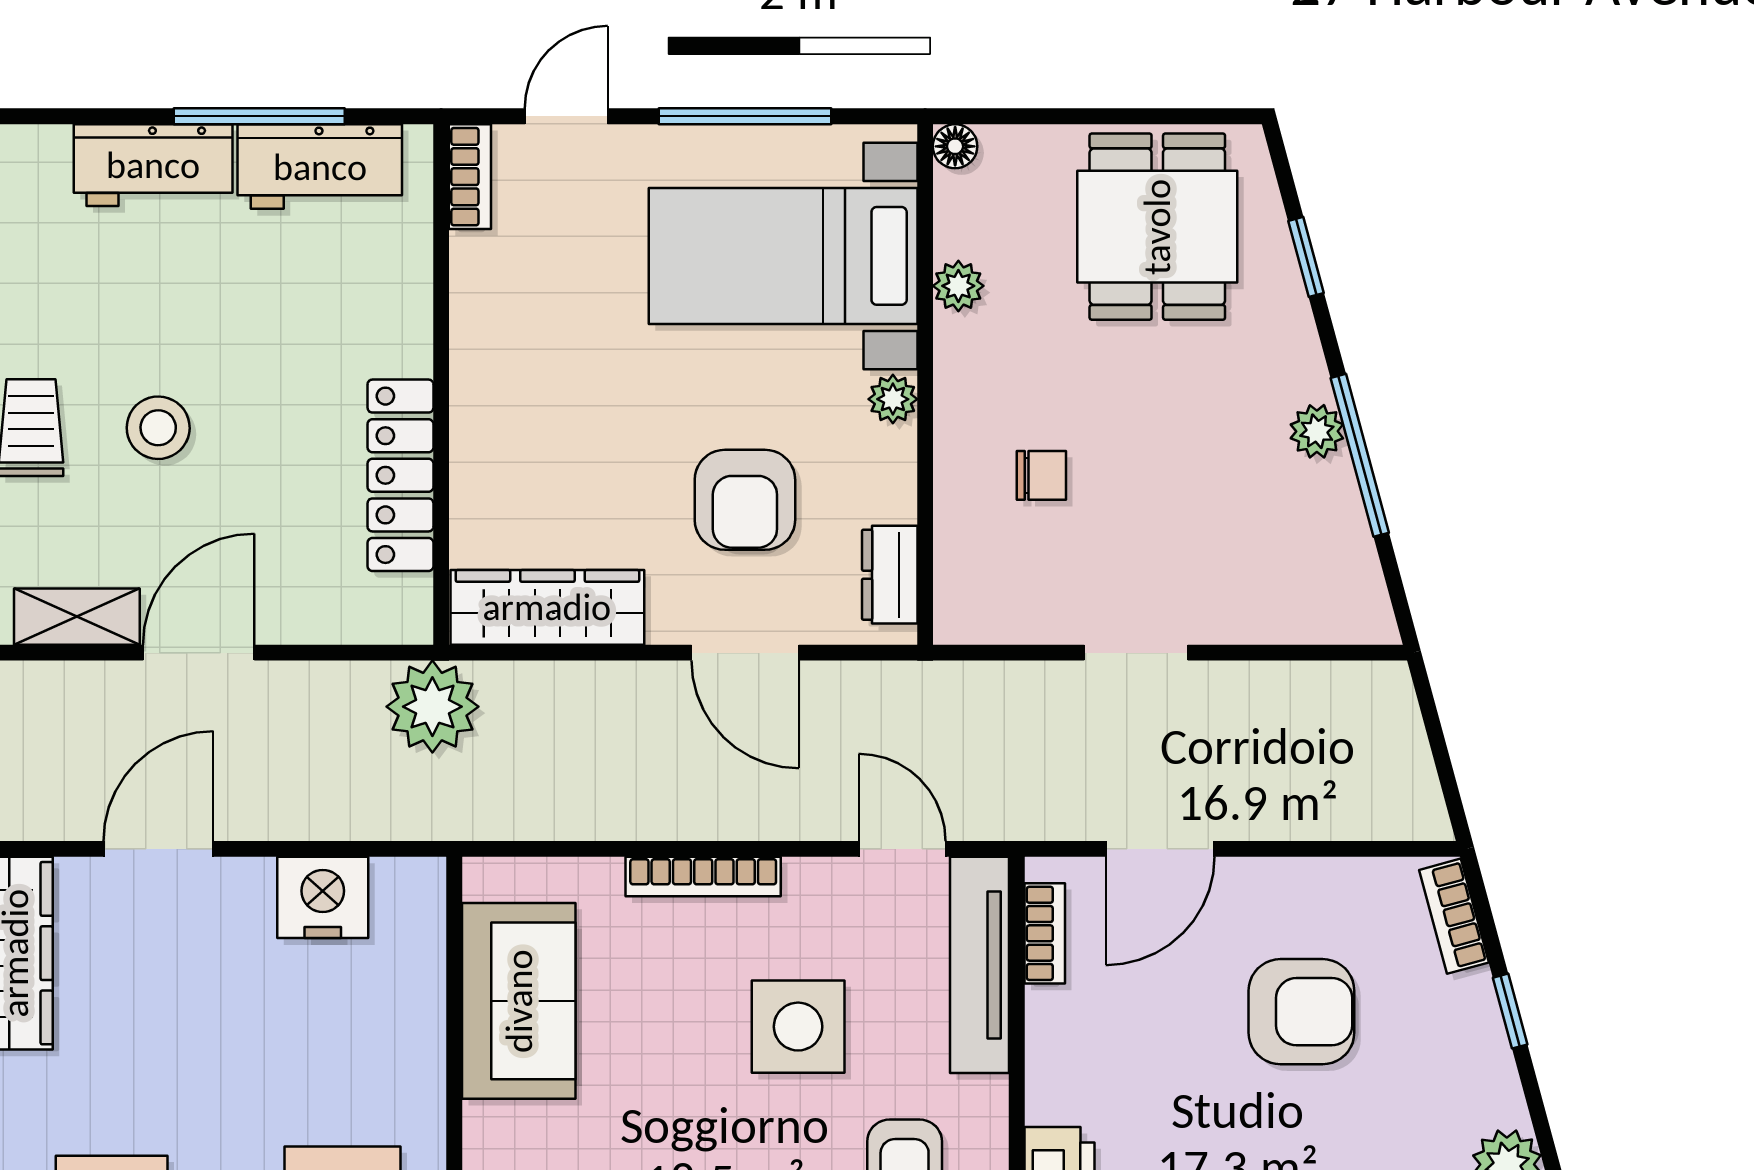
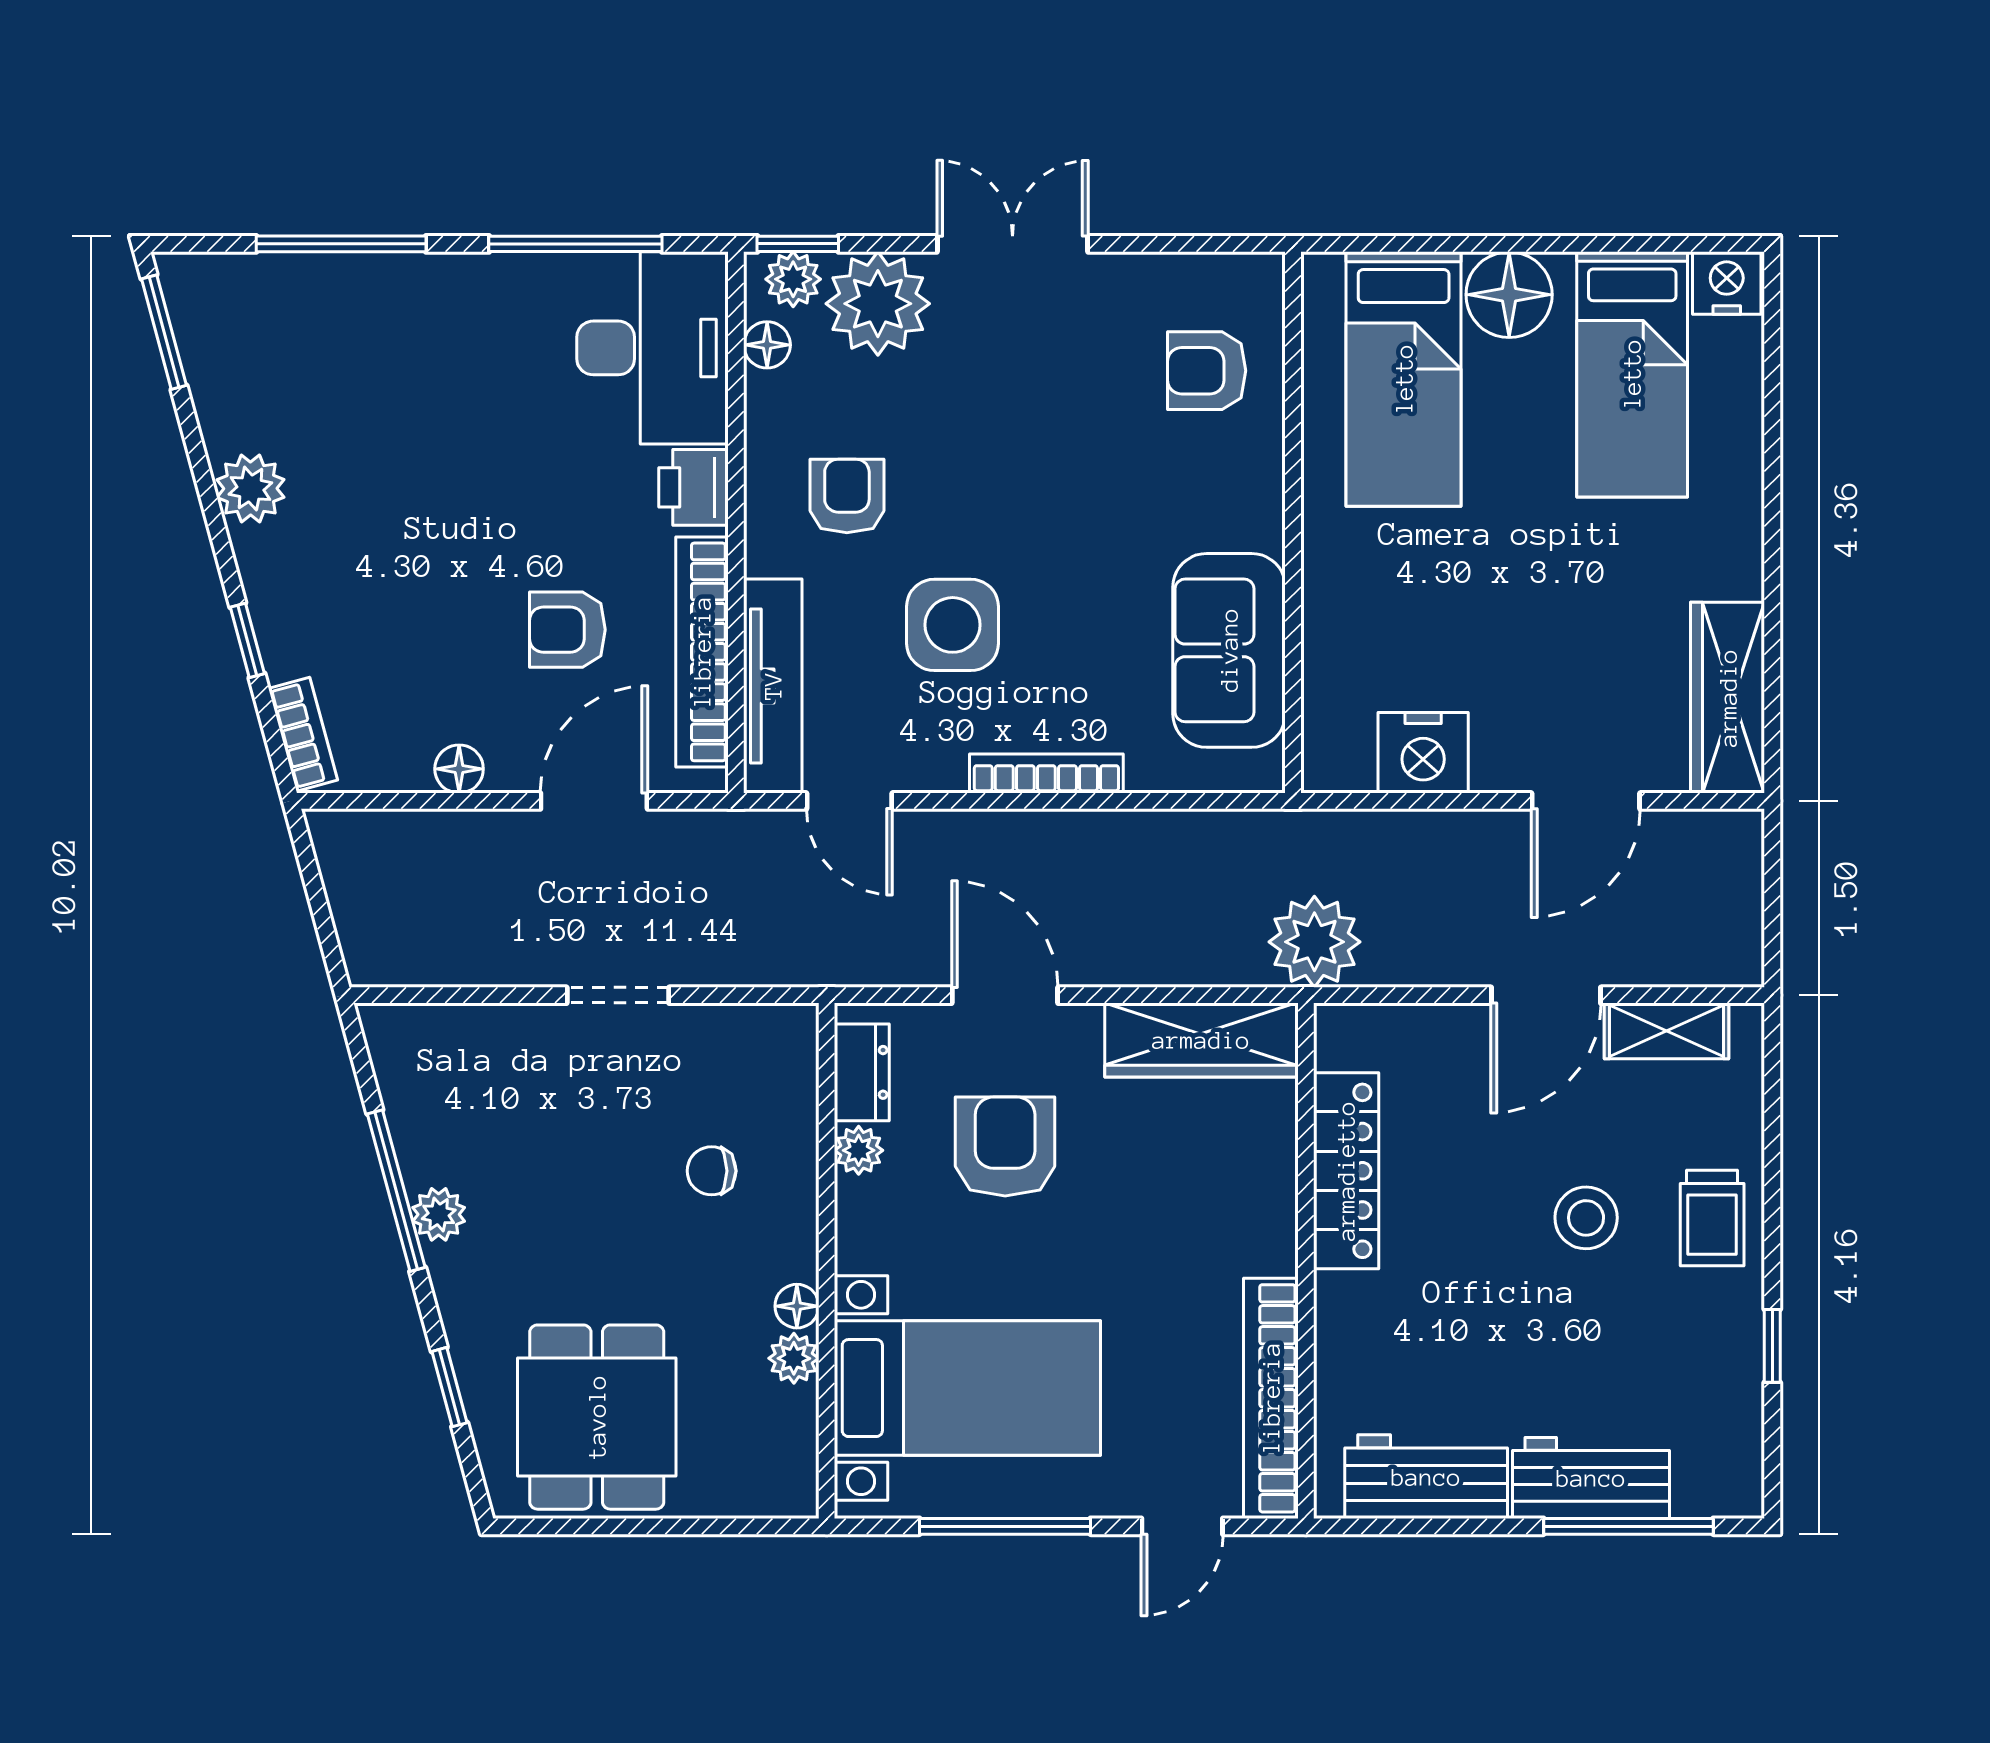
window: (259, 116) -> (1628, 1526), moved
floor lamp: (955, 146) -> (797, 1306), moved
bookcase: (470, 177) -> (1271, 1398), width x2.31, depth x1.31
plant: (893, 399) -> (859, 1150), moved
floor lamp: (1296, 881) -> (459, 769), added
bookcase: (1045, 933) -> (702, 652), width x2.31, depth x1.31
armchair: (1301, 1012) -> (567, 630), moved, width x0.72, depth x0.72

